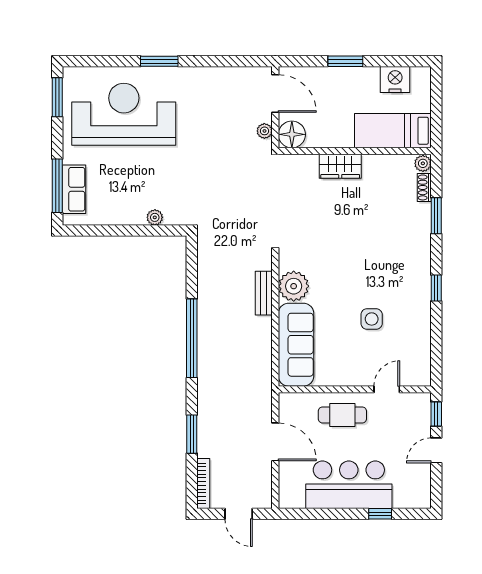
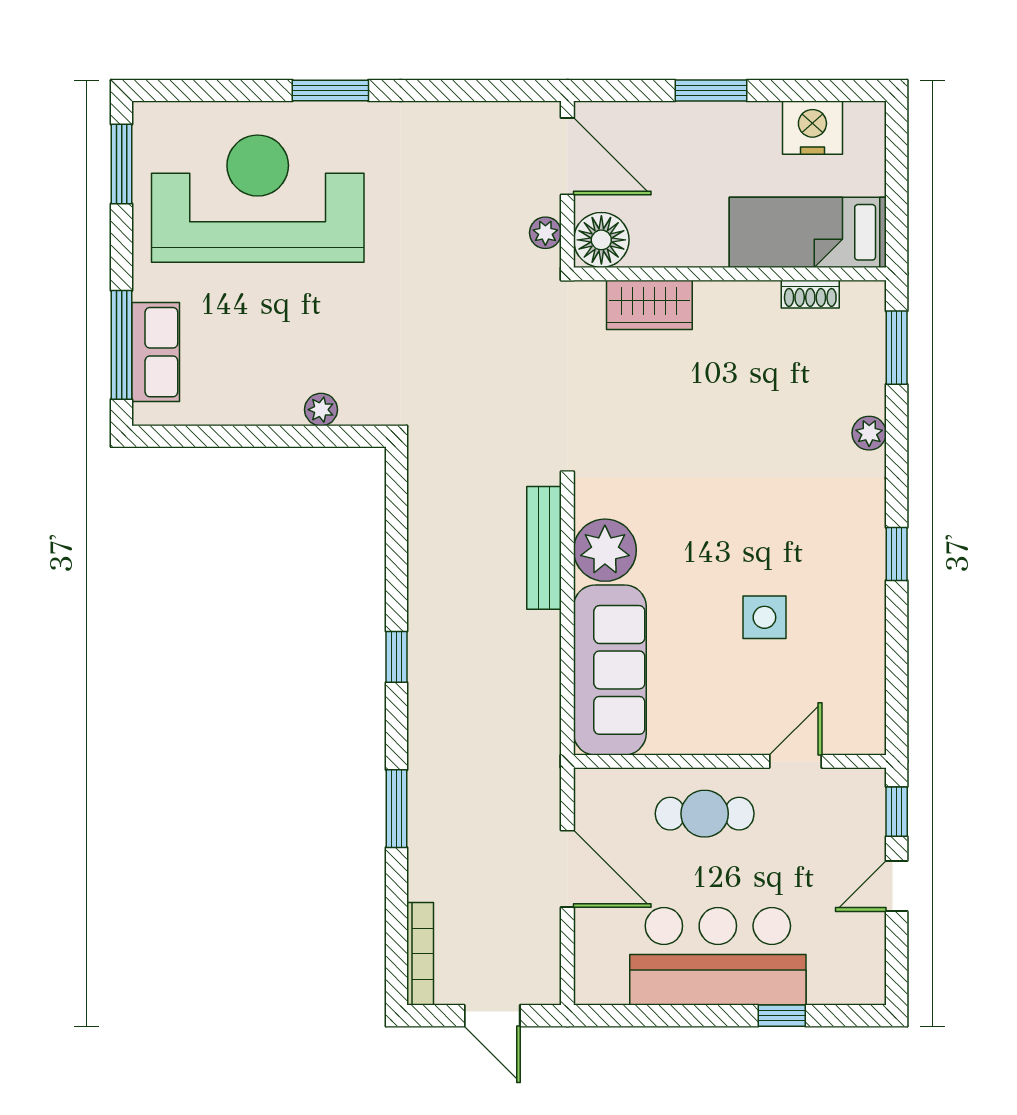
plant: (423, 163) -> (869, 433), moved
wardrobe: (340, 166) -> (649, 305), moved
shoe rack: (424, 187) -> (810, 294), moved, turned -90
window: (436, 216) -> (897, 348), moved
bench: (264, 293) -> (544, 548), width x1.36
window: (192, 338) -> (397, 657), width x0.32
window: (192, 434) -> (397, 809), moved

